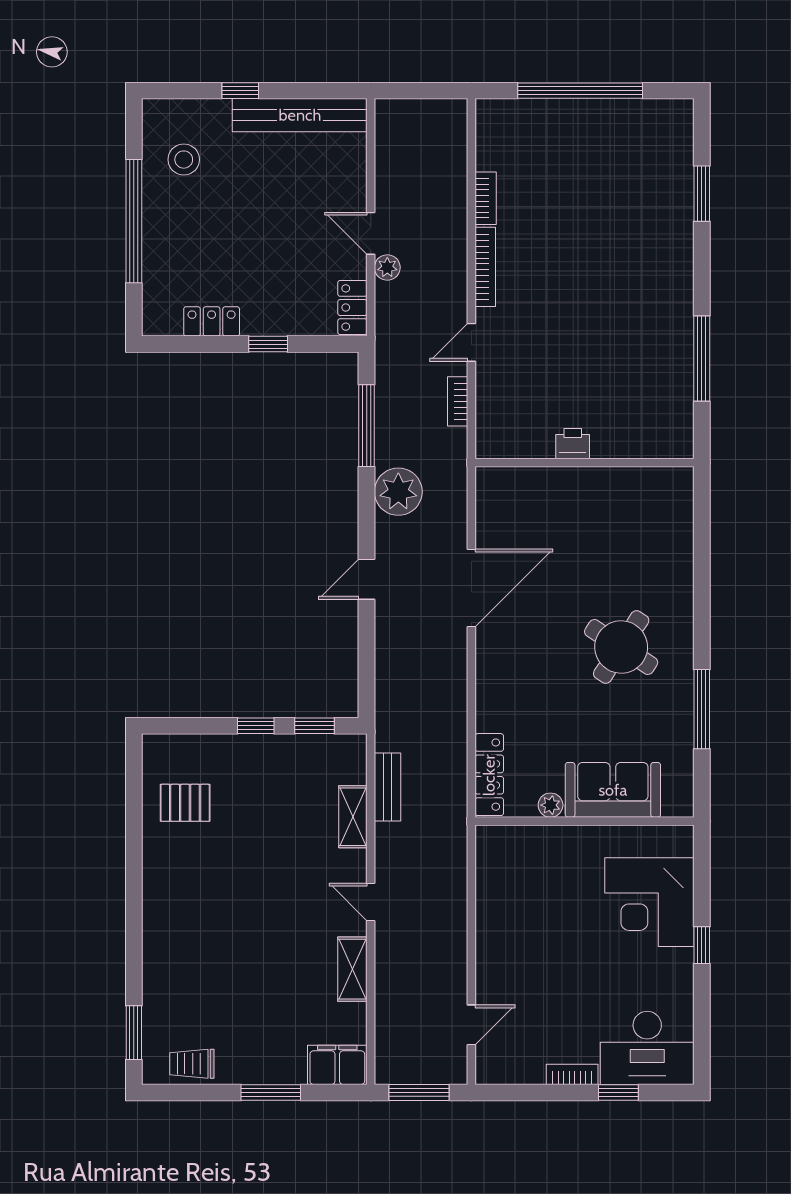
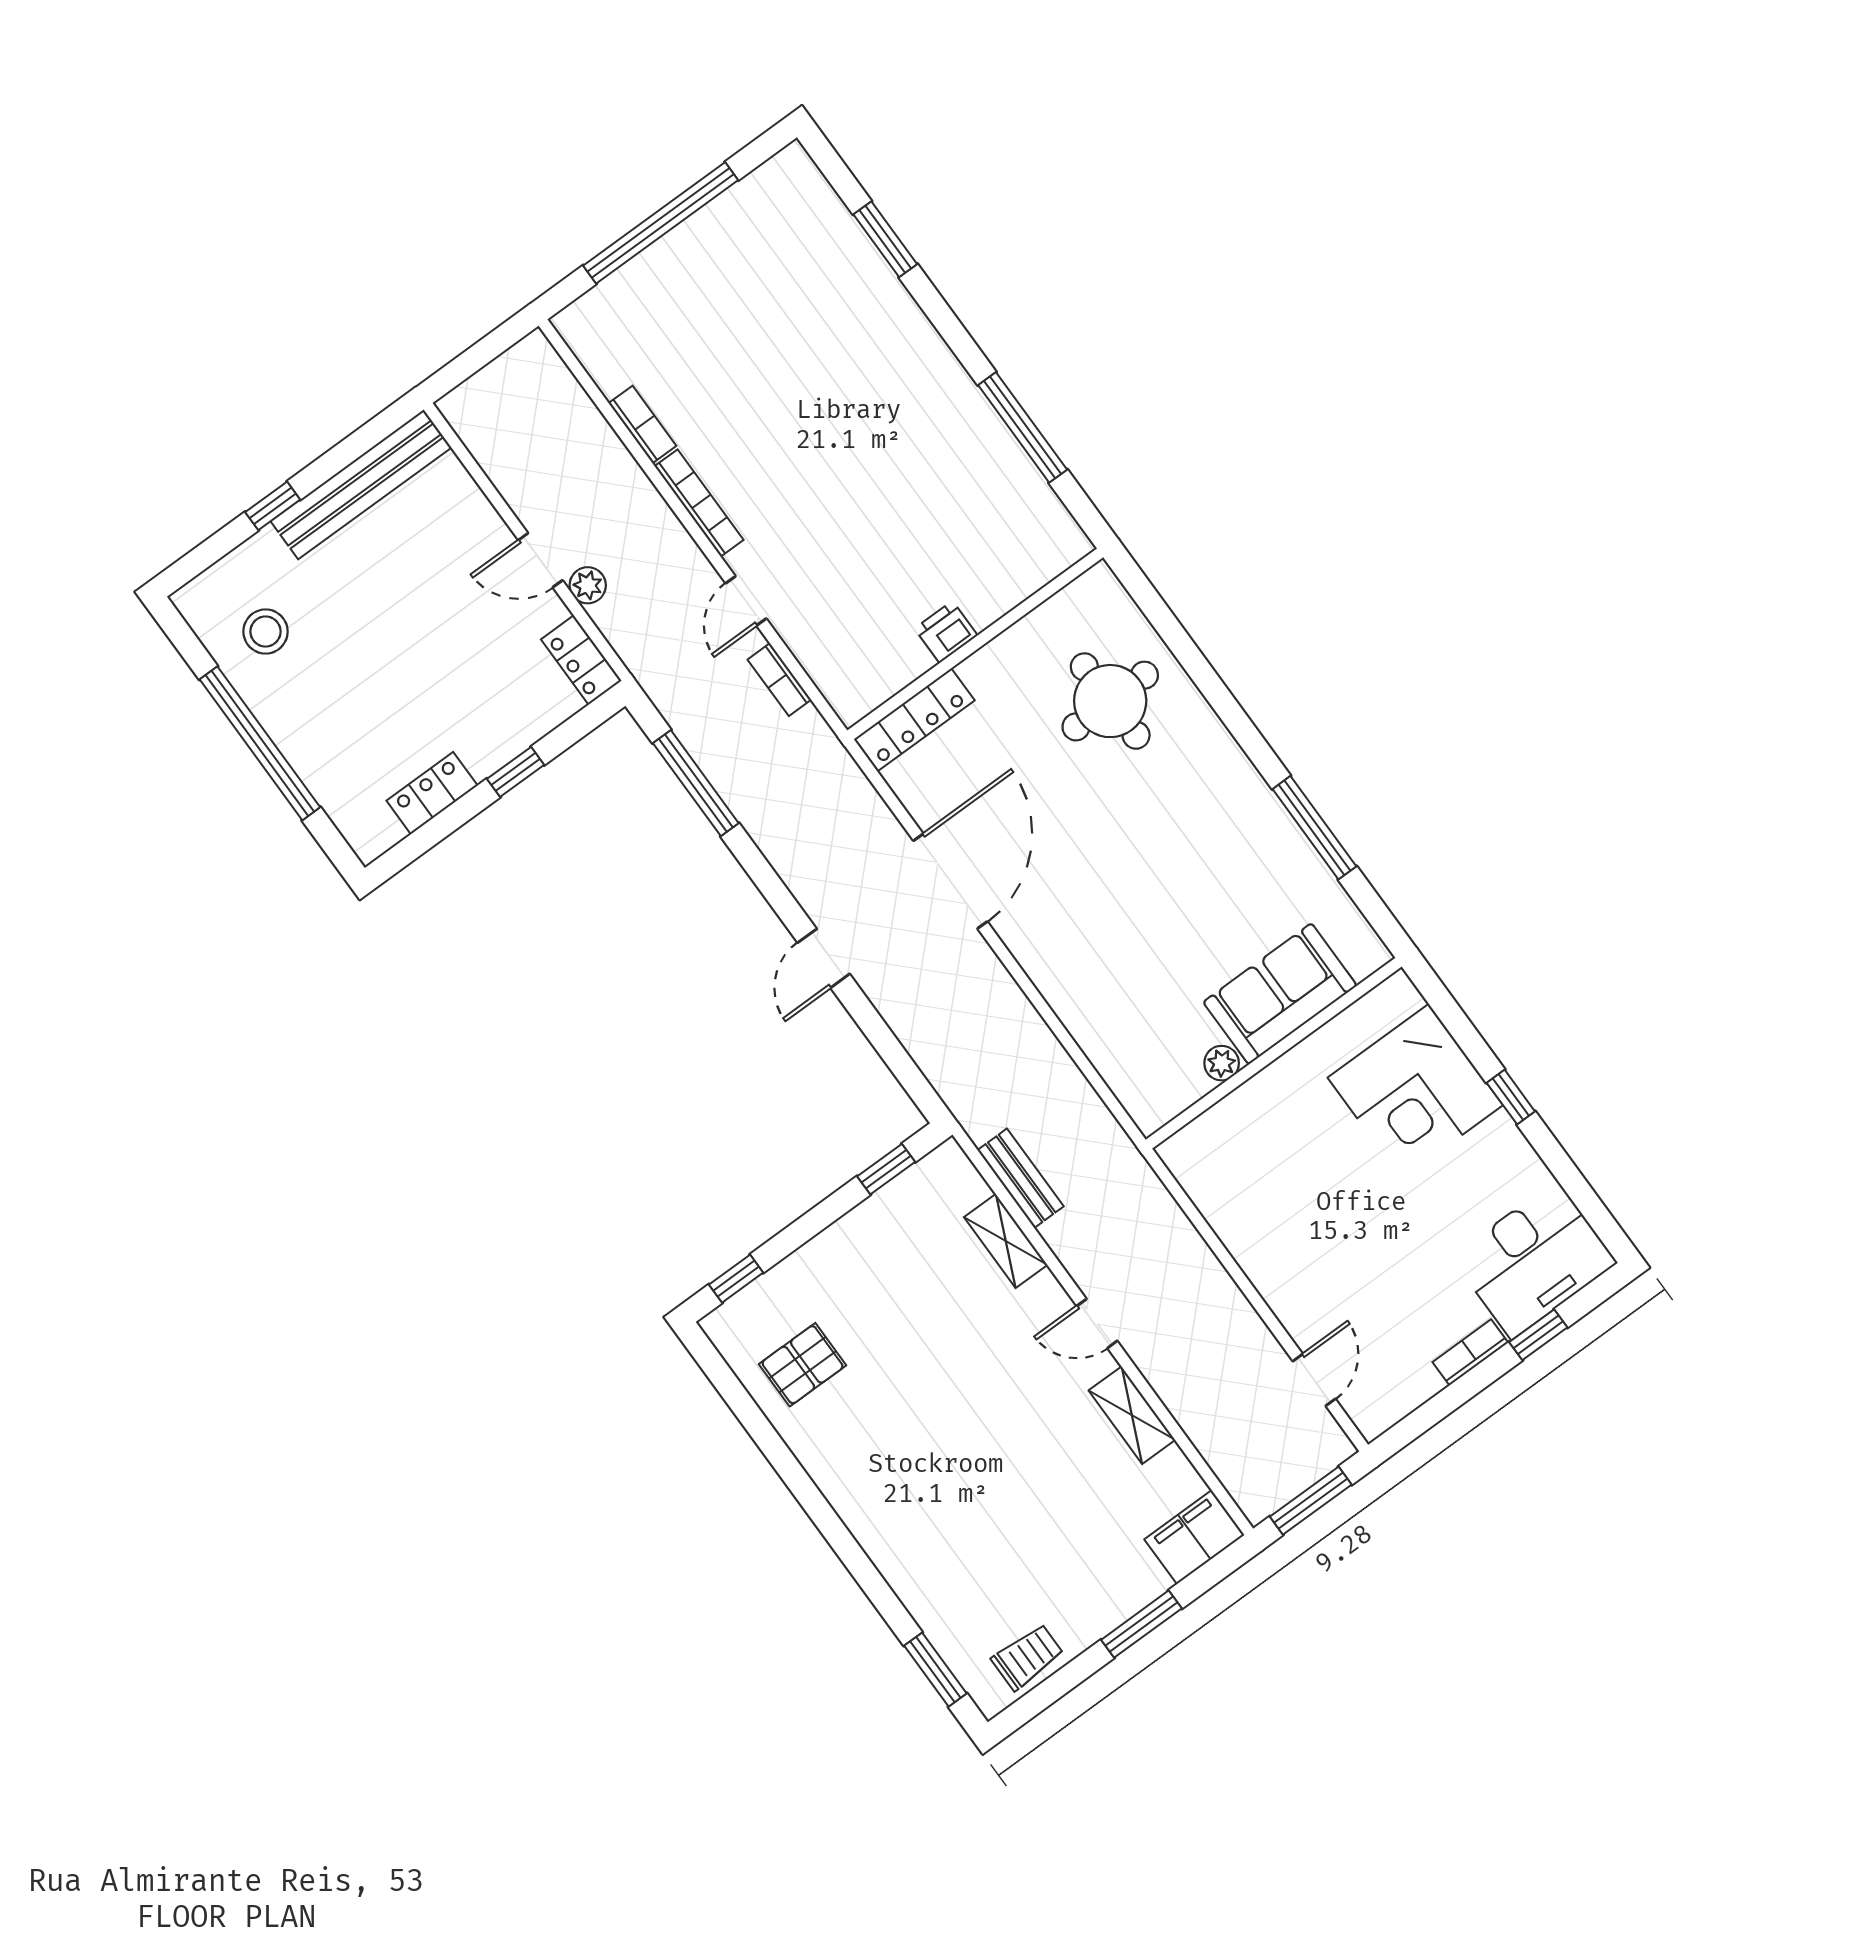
plant: (398, 492) -> (787, 832), removed
round table: (621, 647) -> (1110, 701), moved, turned -34
window: (256, 726) -> (736, 1279), moved
locker: (489, 775) -> (914, 720), moved, turned 90
trolley: (192, 1064) -> (1028, 1657), turned 180

